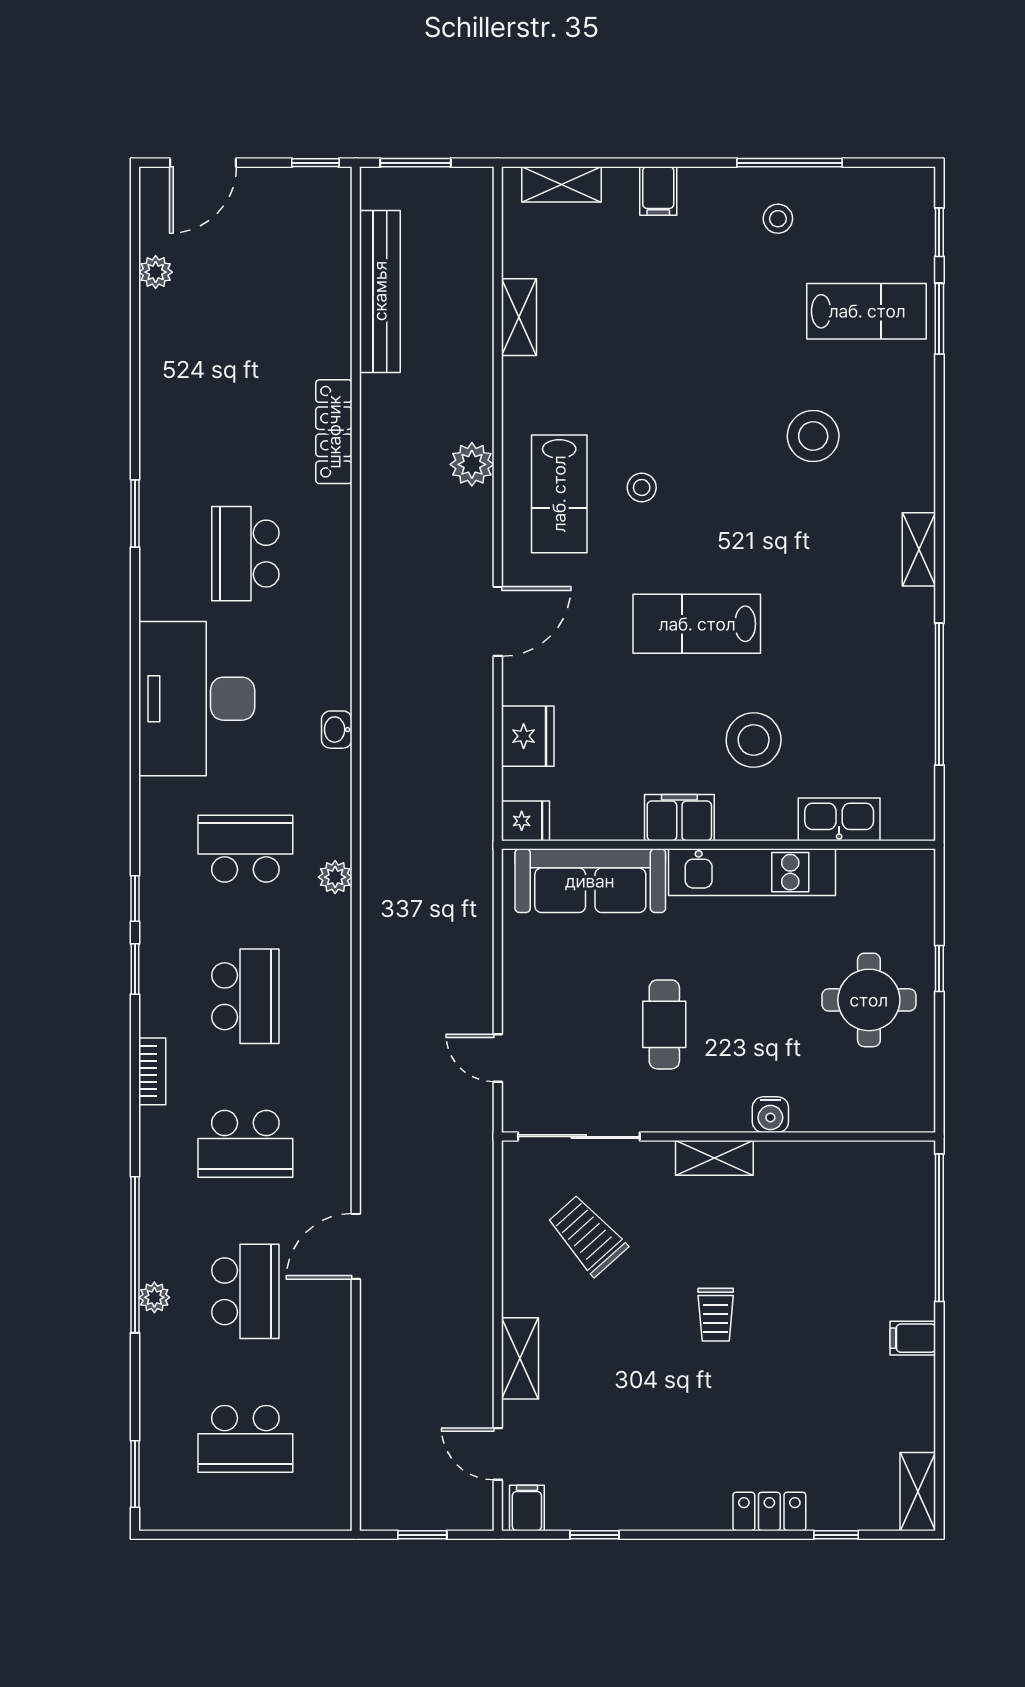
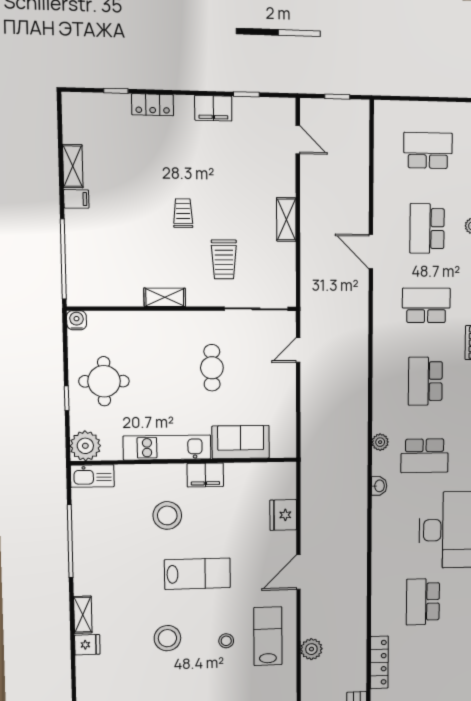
stool: (813, 436) -> (167, 638), moved
school desk: (245, 554) -> (423, 602), turned 180
washbasin: (337, 730) -> (379, 486), moved
kitchen sink: (839, 819) -> (92, 476), moved
fridge: (525, 821) -> (87, 645), moved, turned 180
plant: (907, 877) -> (85, 446), added
sofa: (590, 881) -> (241, 442), width x0.73
door: (498, 1058) -> (298, 350), swing flipped
water cooler: (770, 1115) -> (77, 320), moved
shelving: (714, 1158) -> (165, 297), moved
trolley: (587, 1235) -> (224, 259), moved, turned 42
door: (356, 1246) -> (371, 252), swing flipped
shelving: (520, 1358) -> (286, 219), moved
shelving: (918, 1492) -> (73, 166), moved
filing cabinet: (527, 1508) -> (213, 108), moved, width x2.00

